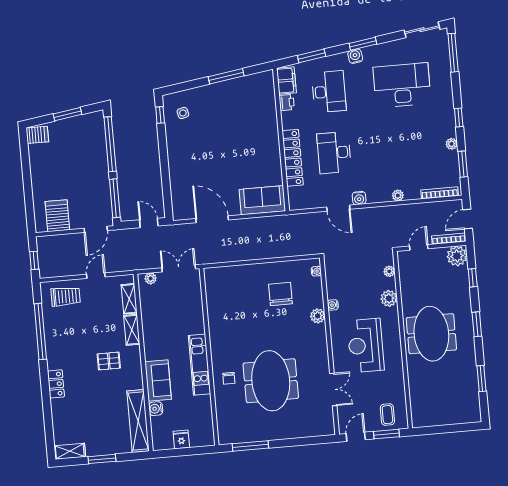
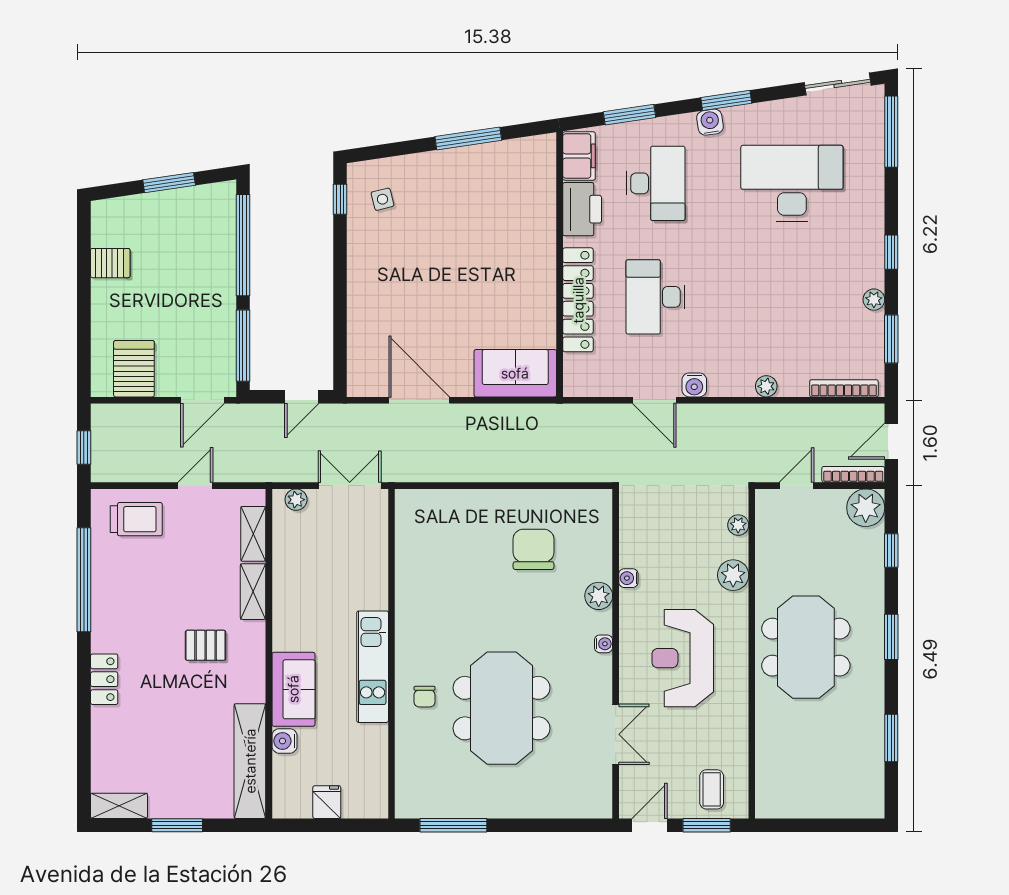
printer: (287, 103) -> (582, 209), width x1.87, depth x1.48
server rack: (37, 135) -> (110, 263), moved
door: (149, 223) -> (302, 397), swing flipped
water cooler: (316, 271) -> (603, 644), moved

